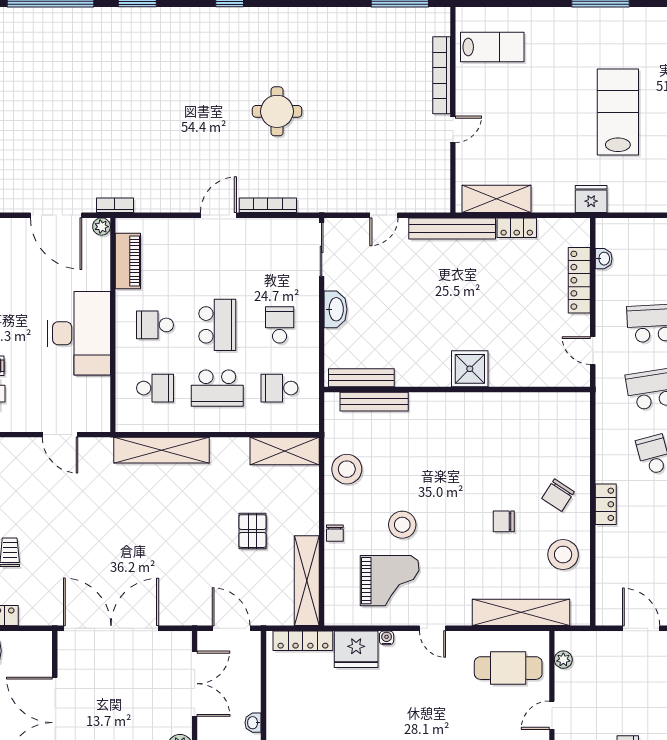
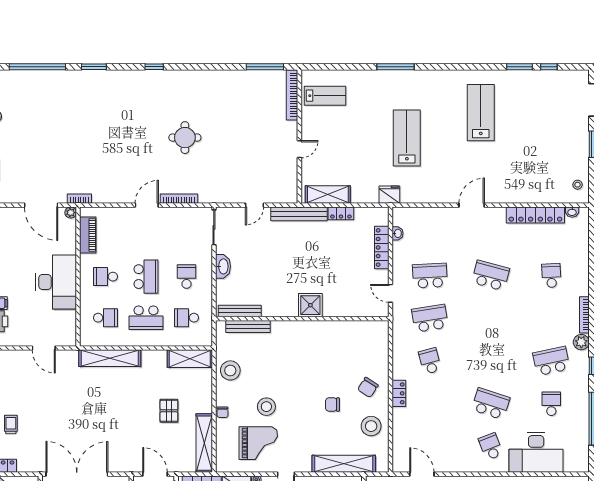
bookcase: (442, 75) -> (292, 95), moved

